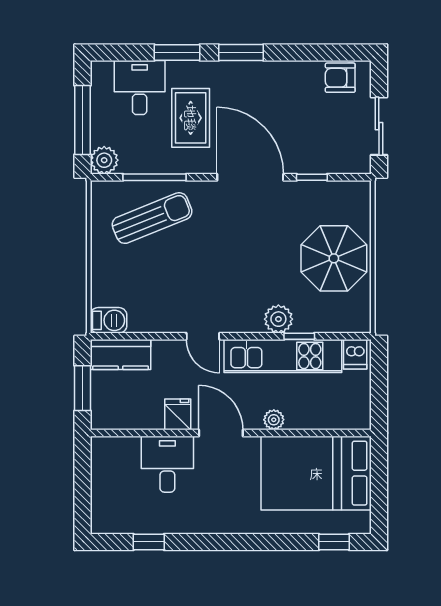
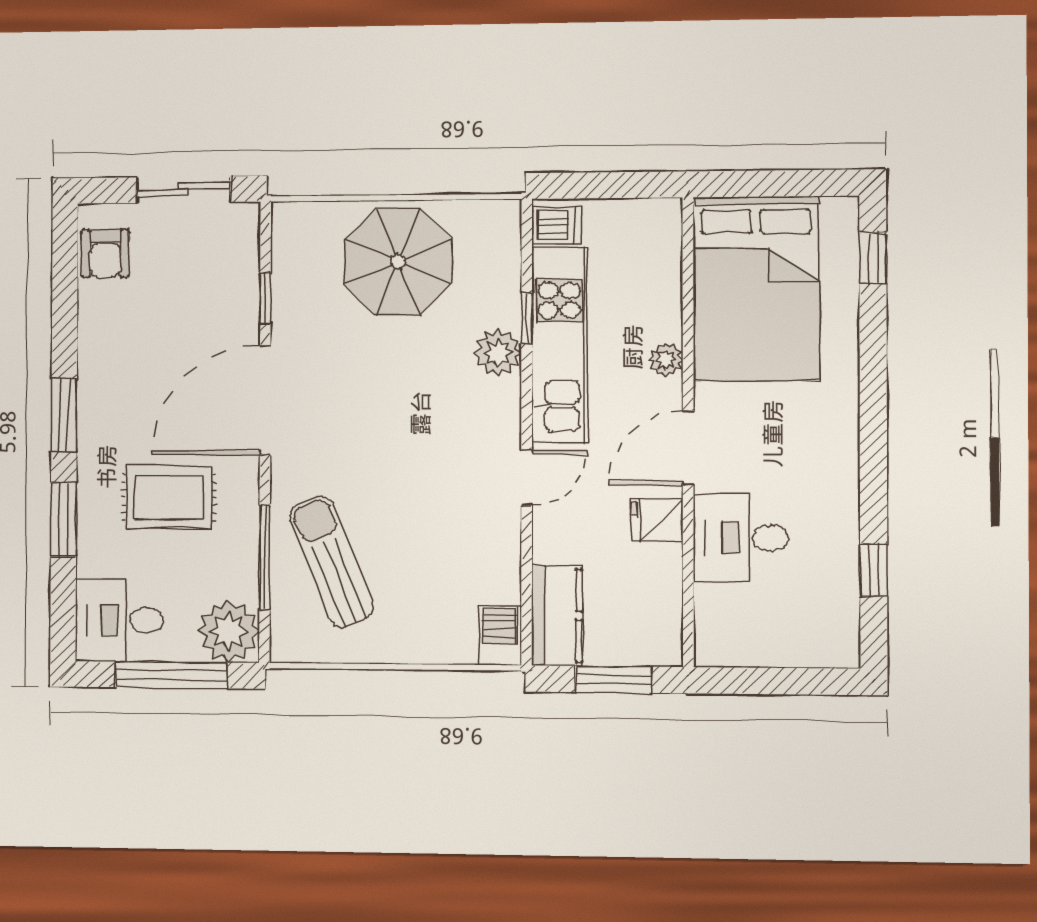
desk: (140, 87) -> (119, 620), moved
plant: (104, 160) -> (229, 632), width x1.36, depth x1.36

